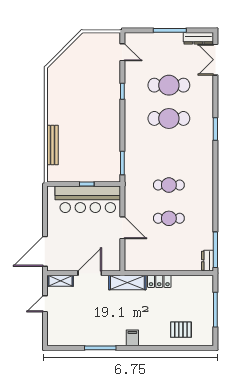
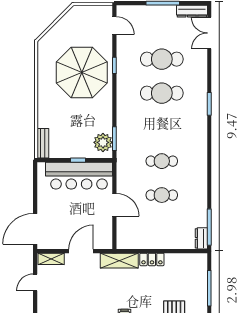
parasol: (90, 98) -> (82, 72), added
bench: (52, 145) -> (43, 143), moved, width x0.73
plant: (111, 167) -> (103, 142), added

